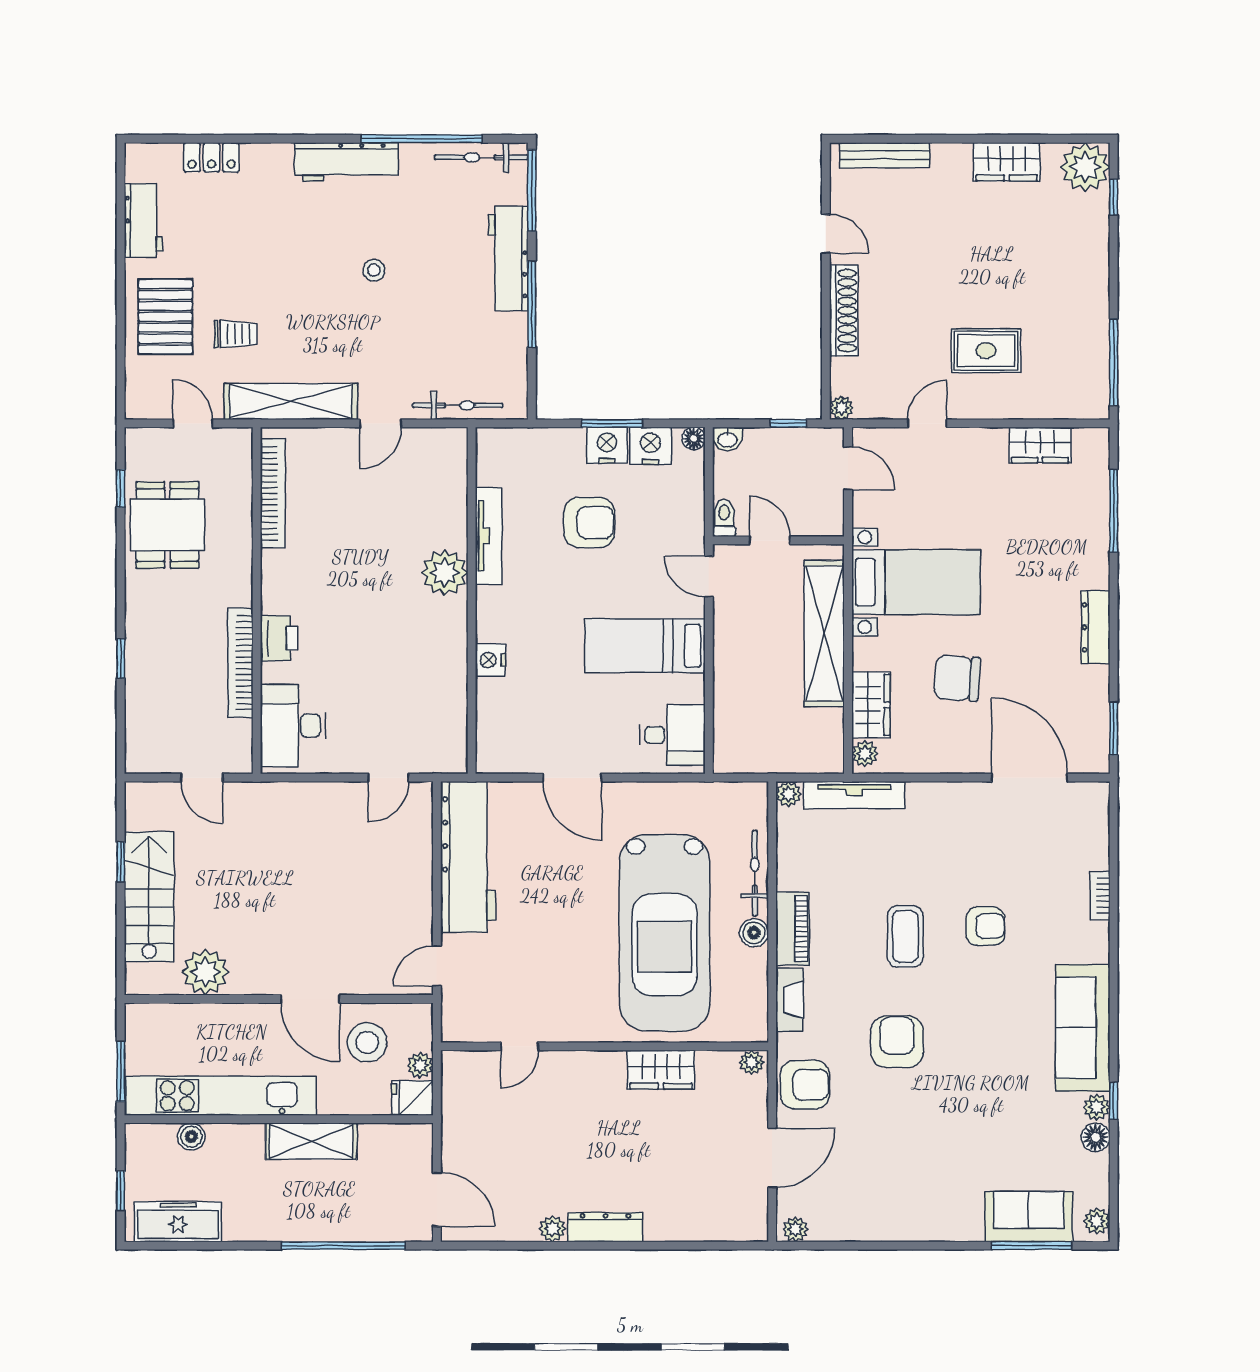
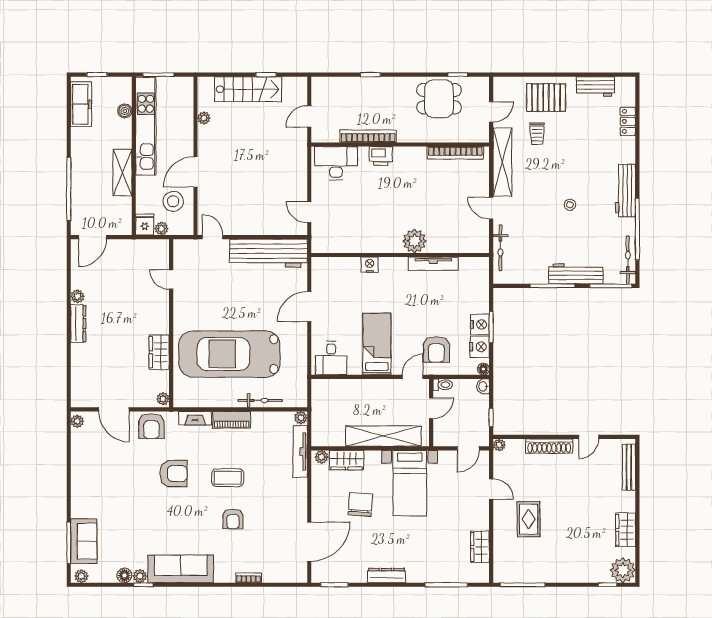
armchair: (589, 523) -> (436, 349), moved
boiler: (754, 933) -> (230, 400), removed
plant: (205, 972) -> (204, 118), width x0.53, depth x0.53

